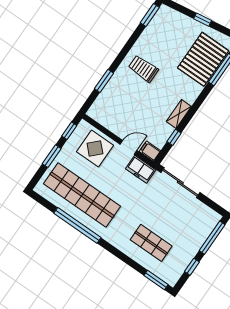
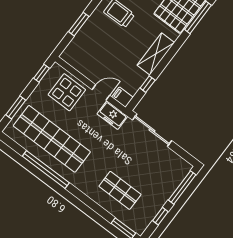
shelving: (179, 114) -> (156, 54), width x1.50, depth x1.33
window: (52, 156) -> (16, 107), moved

